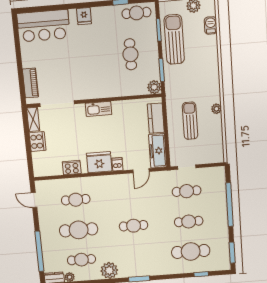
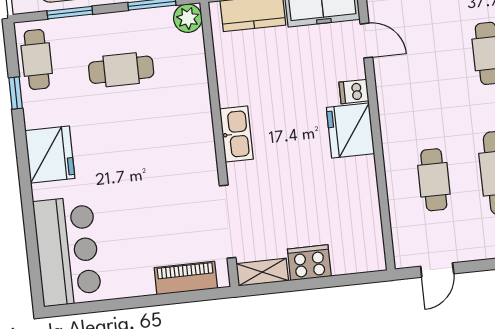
fridge: (84, 16) -> (50, 155), width x1.88, depth x1.34
cooker: (72, 168) -> (364, 189), removed

